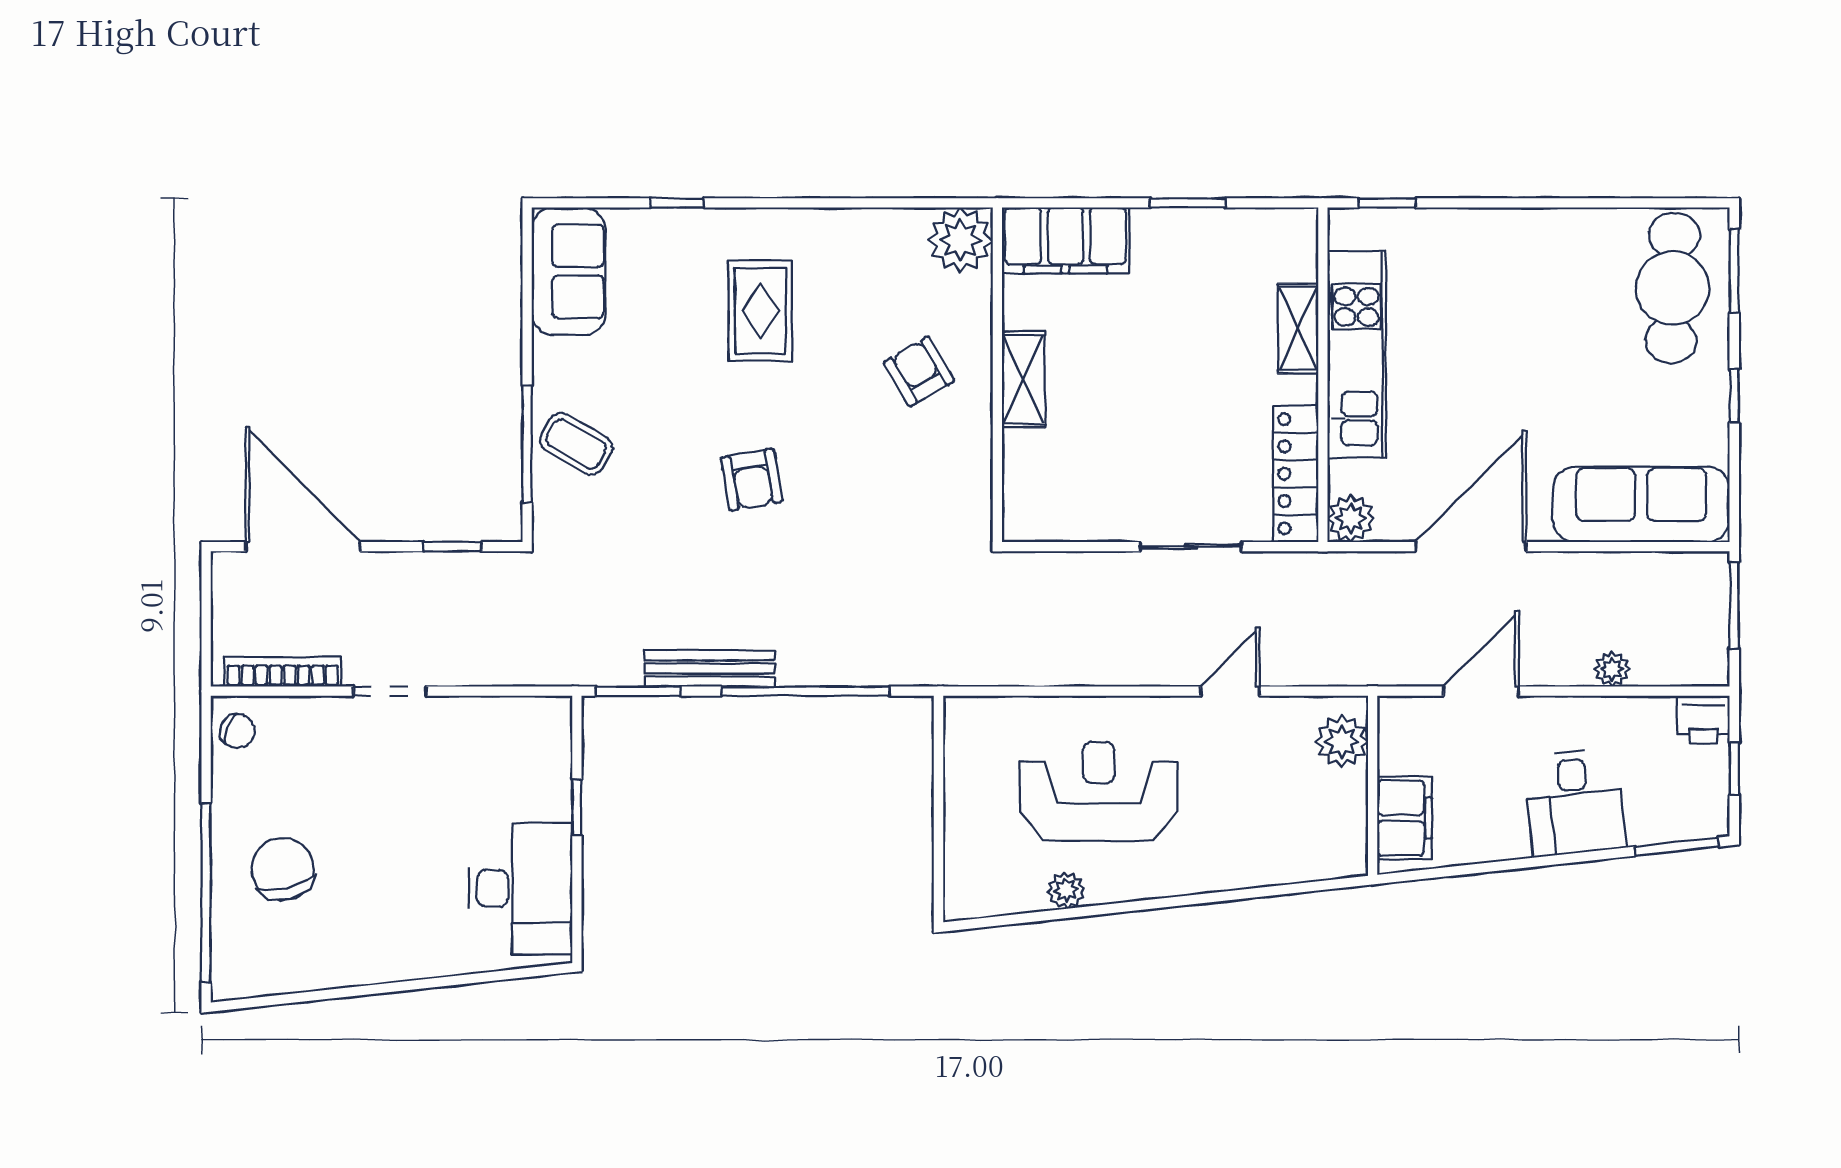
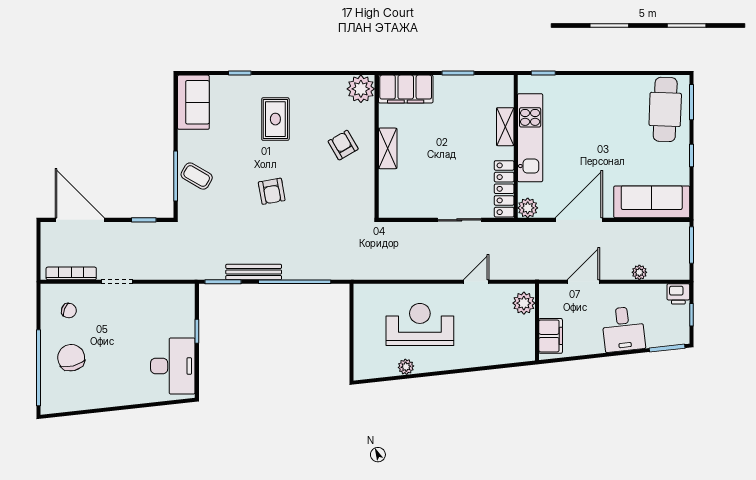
chair: (237, 731) -> (69, 311), moved

